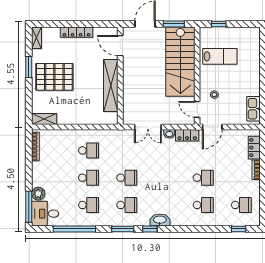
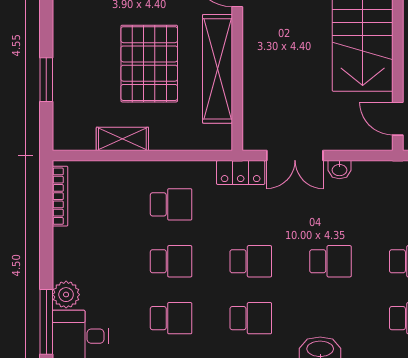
window: (29, 67) -> (46, 80), moved
pallet: (54, 77) -> (149, 64), moved, turned 90
shelving: (44, 119) -> (122, 139), moved
locker: (187, 135) -> (241, 173), moved
school desk: (165, 178) -> (331, 261), added

